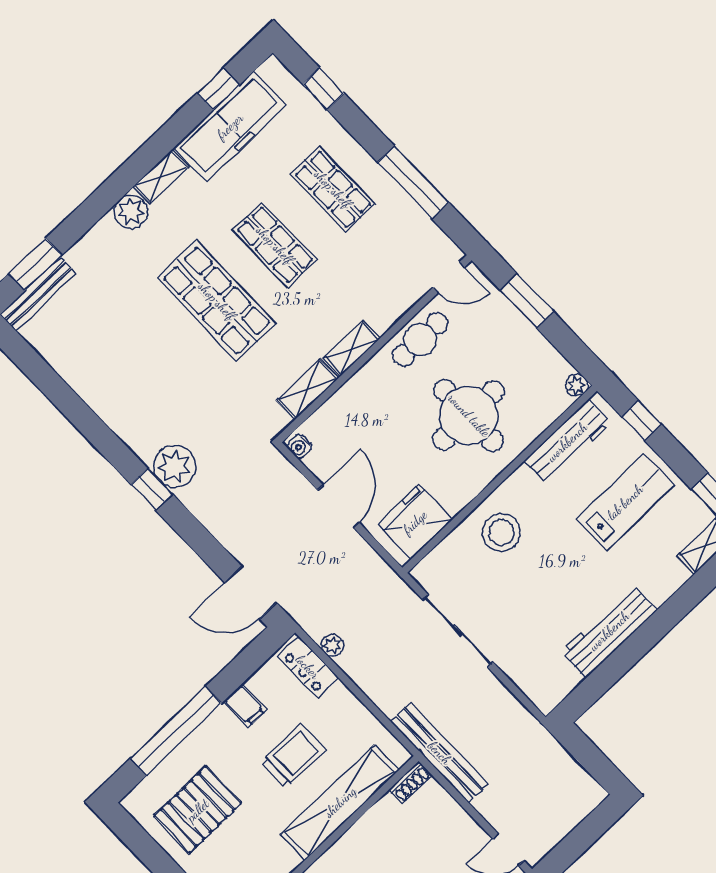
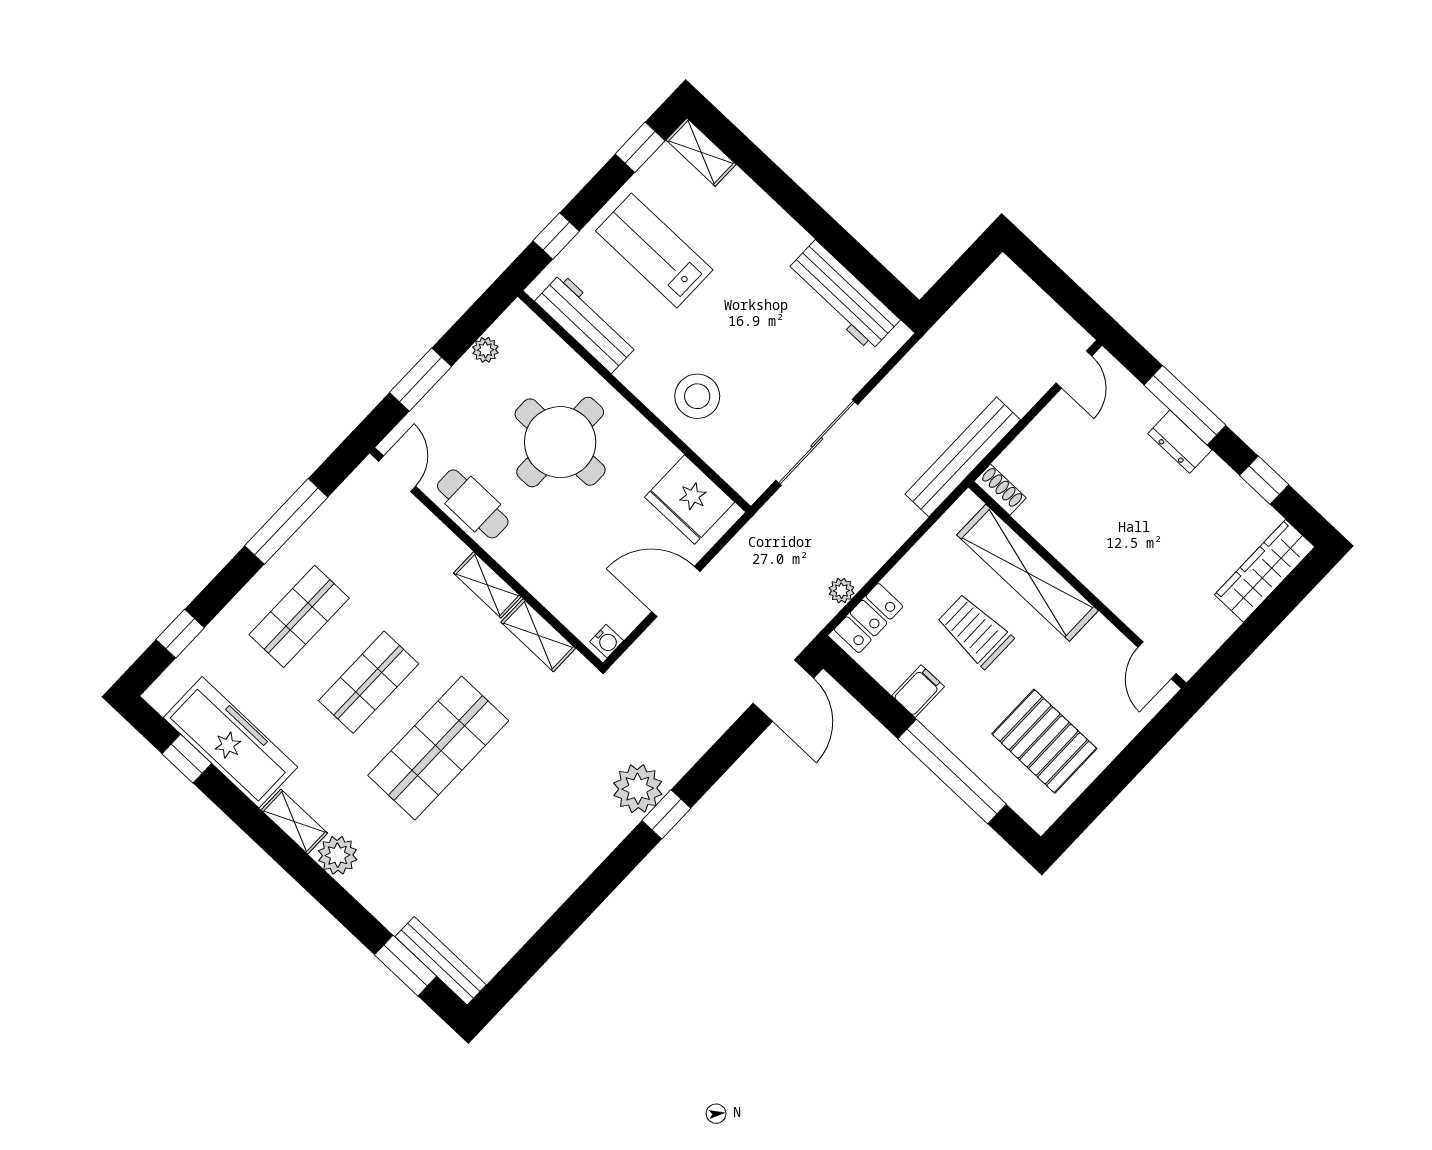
plant: (577, 385) -> (485, 350), moved
workbench: (609, 631) -> (843, 296), moved

